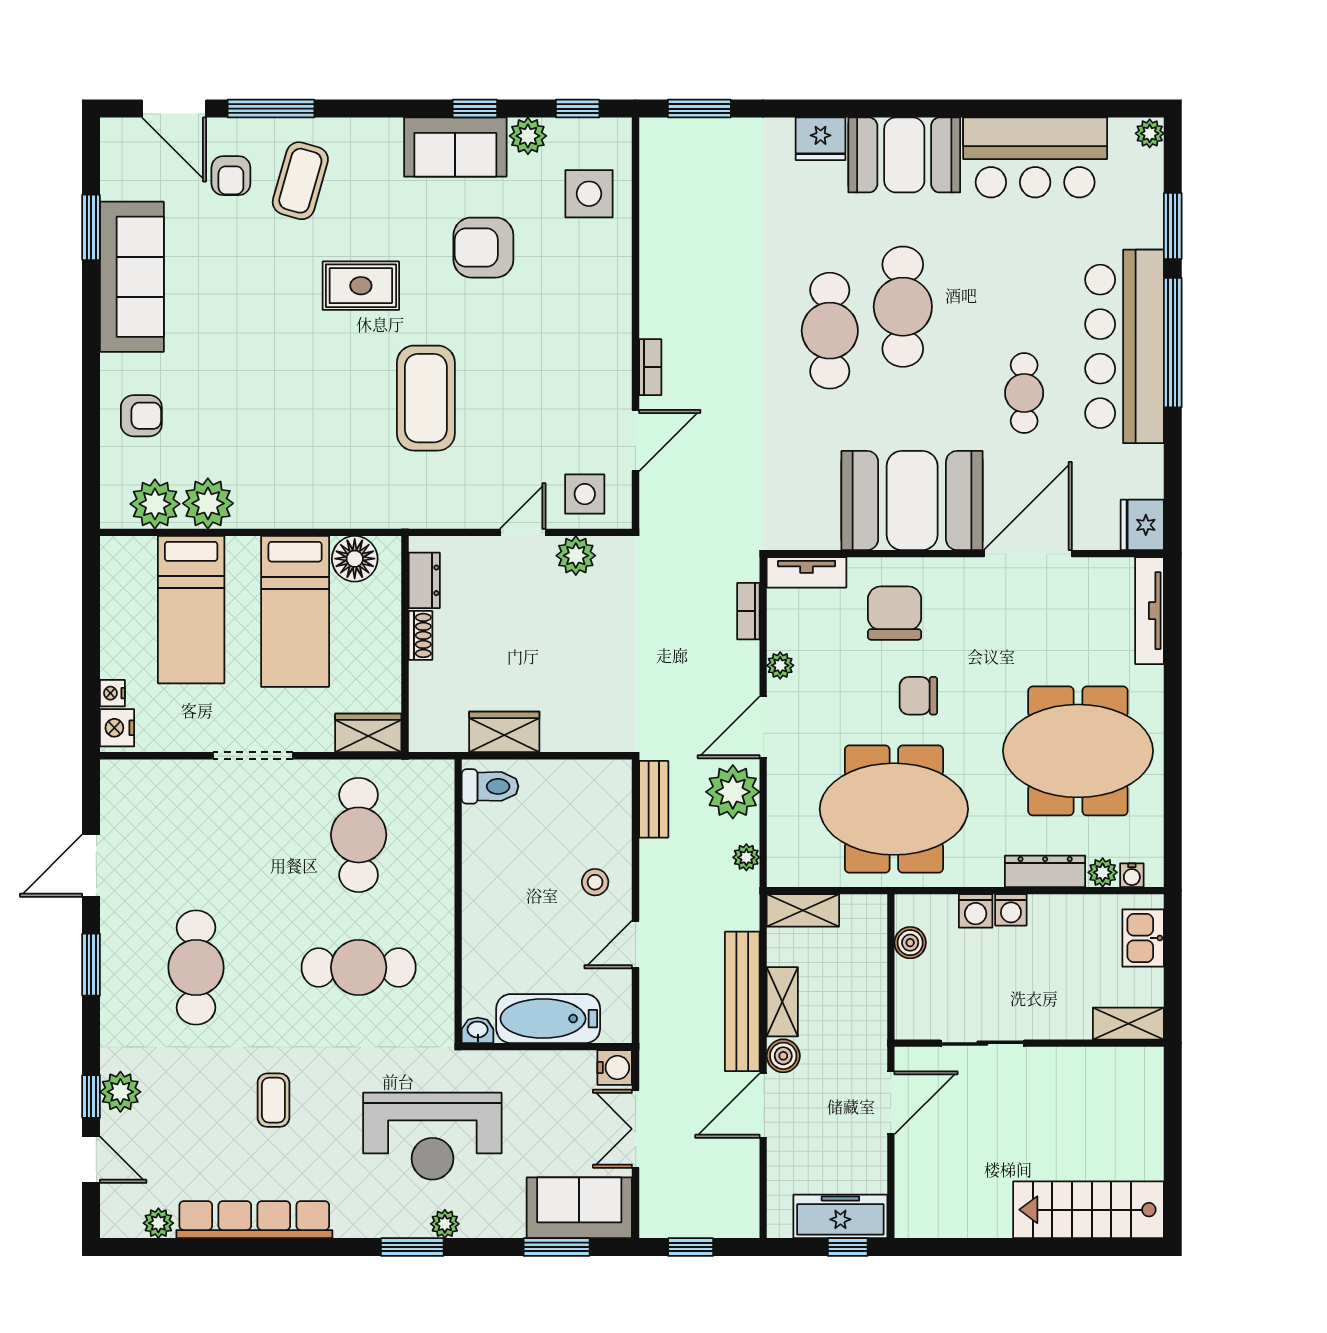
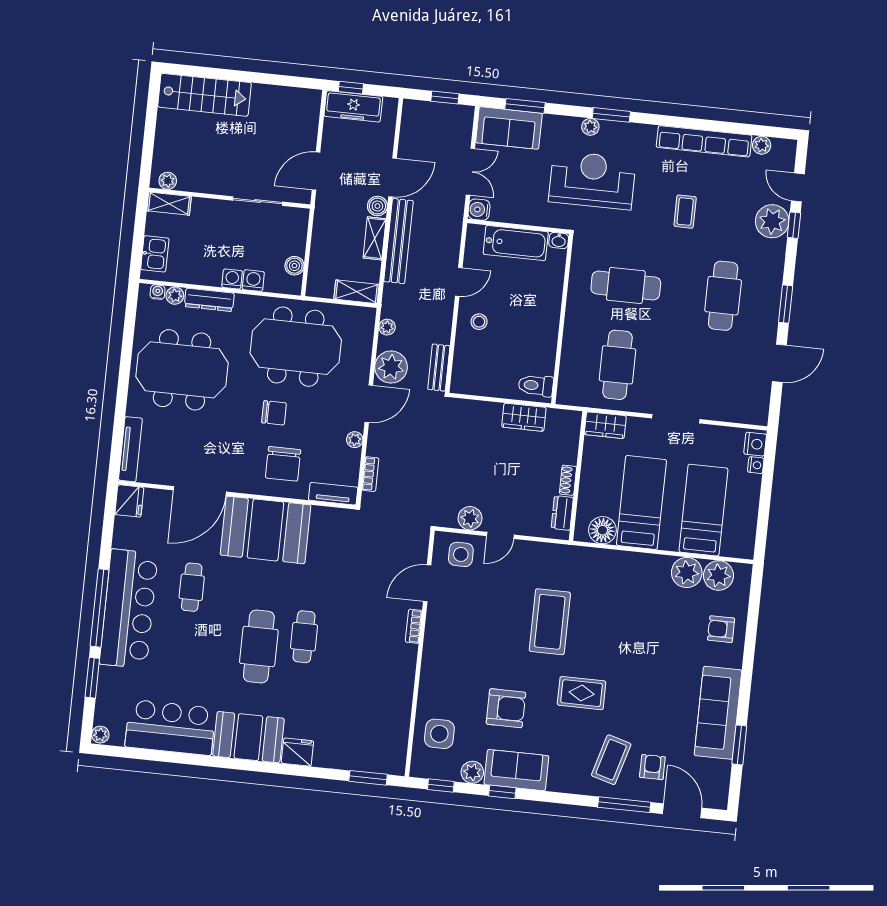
cafe table: (830, 331) -> (304, 637), width x0.73, depth x0.74
plant: (1135, 1061) -> (168, 181), added
plant: (120, 1092) -> (772, 221), width x1.36, depth x1.36

